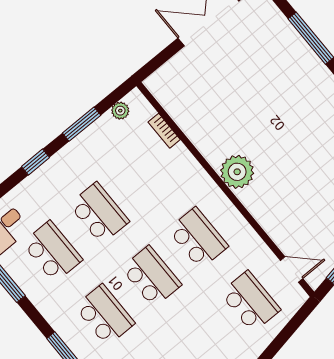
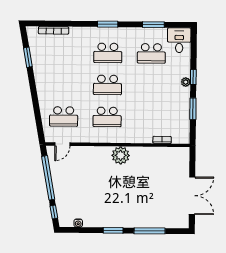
plant: (120, 111) -> (186, 82), moved
school desk: (99, 213) -> (151, 85), removed

